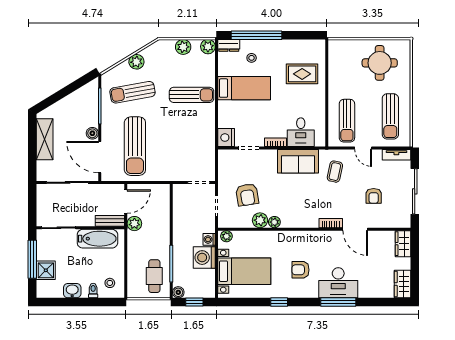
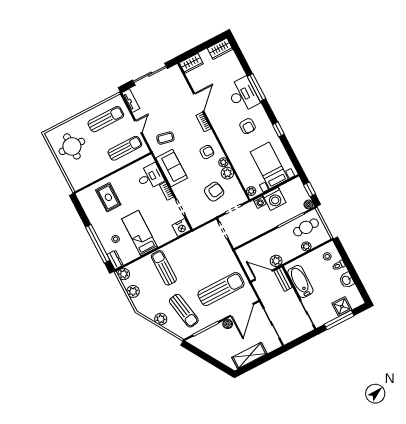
armchair: (374, 196) -> (207, 152), moved
plant: (133, 265) -> (306, 246), added

